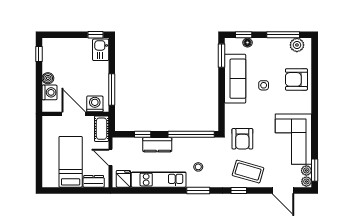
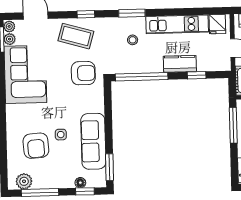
armchair: (296, 79) -> (36, 146), moved, turned 86
armchair: (242, 139) -> (83, 73), turned 90

